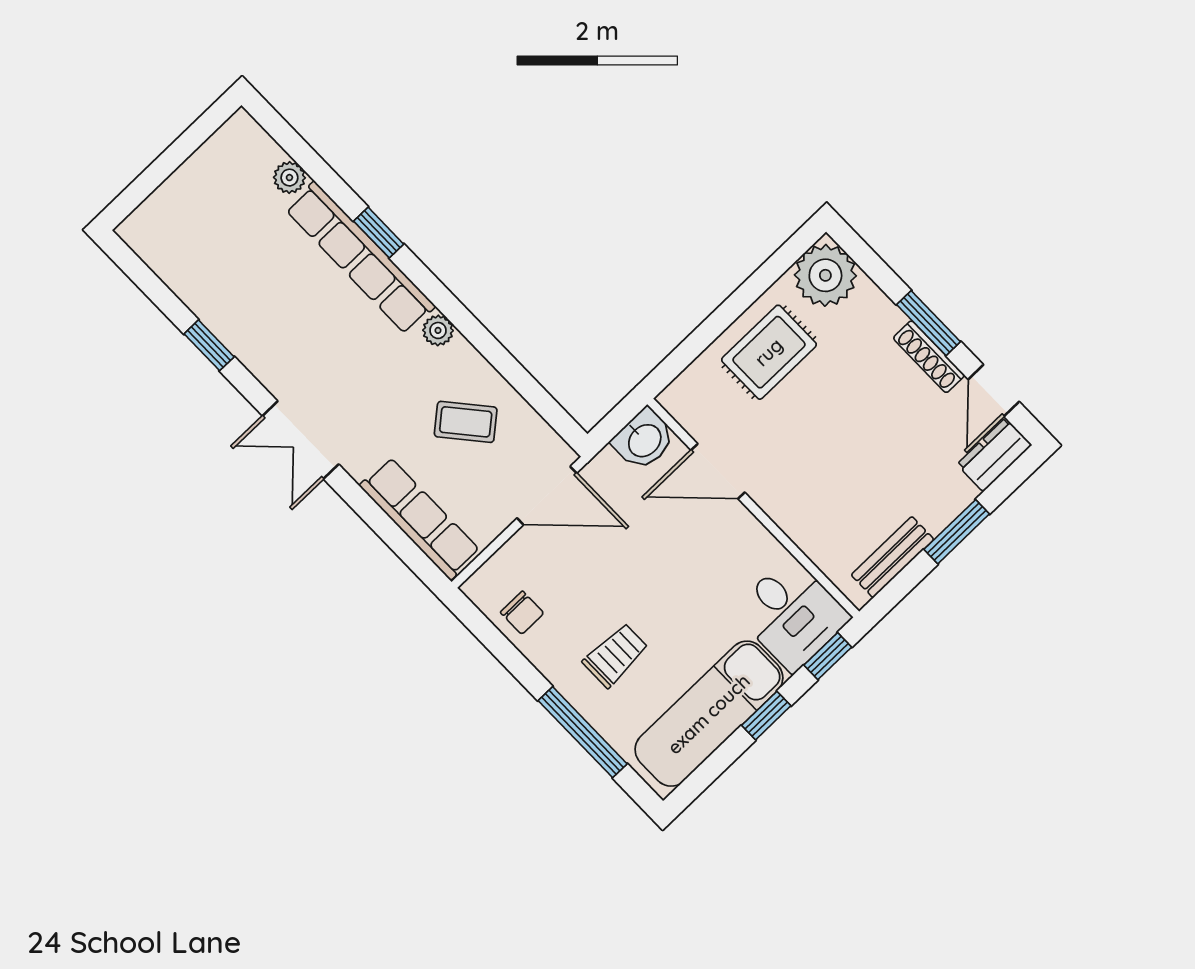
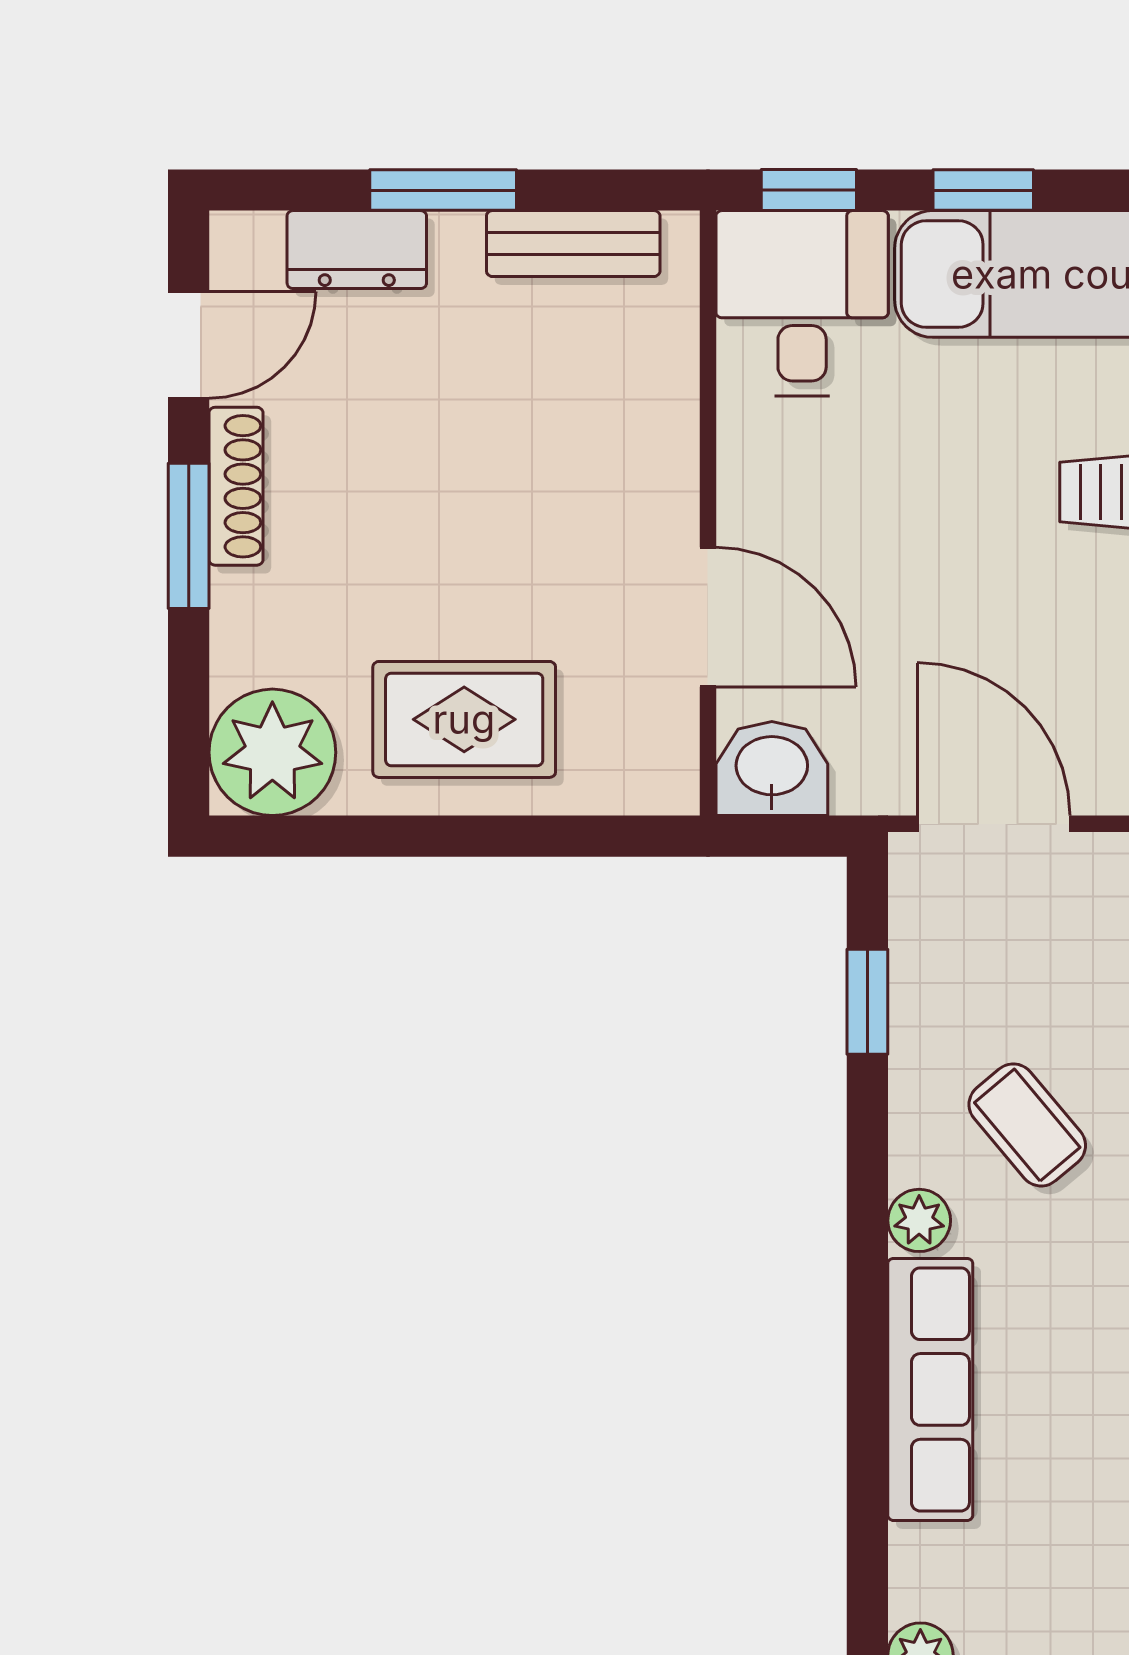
window: (379, 233) -> (867, 1002), moved
row of seats: (360, 258) -> (930, 1389), width x0.73
coffee table: (466, 422) -> (1027, 1125), moved
dresser: (994, 455) -> (357, 250), moved

